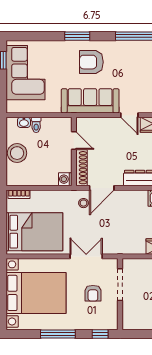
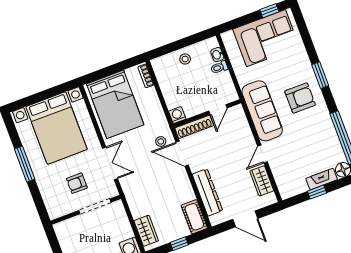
armchair: (91, 62) -> (300, 98), turned 90
stool: (17, 153) -> (185, 59), width x0.53, depth x0.53
window: (100, 334) -> (40, 205), removed

